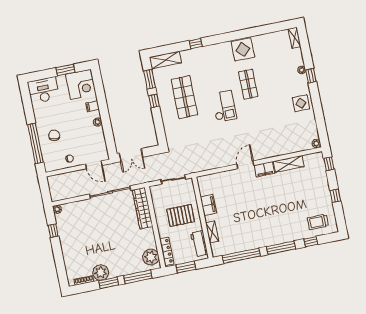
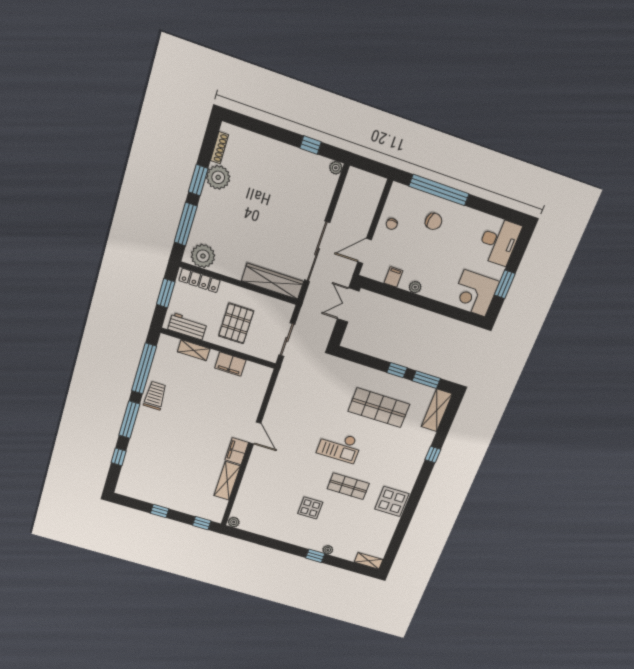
display table: (301, 103) -> (310, 508), moved
filing cabinet: (92, 106) -> (393, 277), moved
trolley: (318, 222) -> (155, 396), moved

